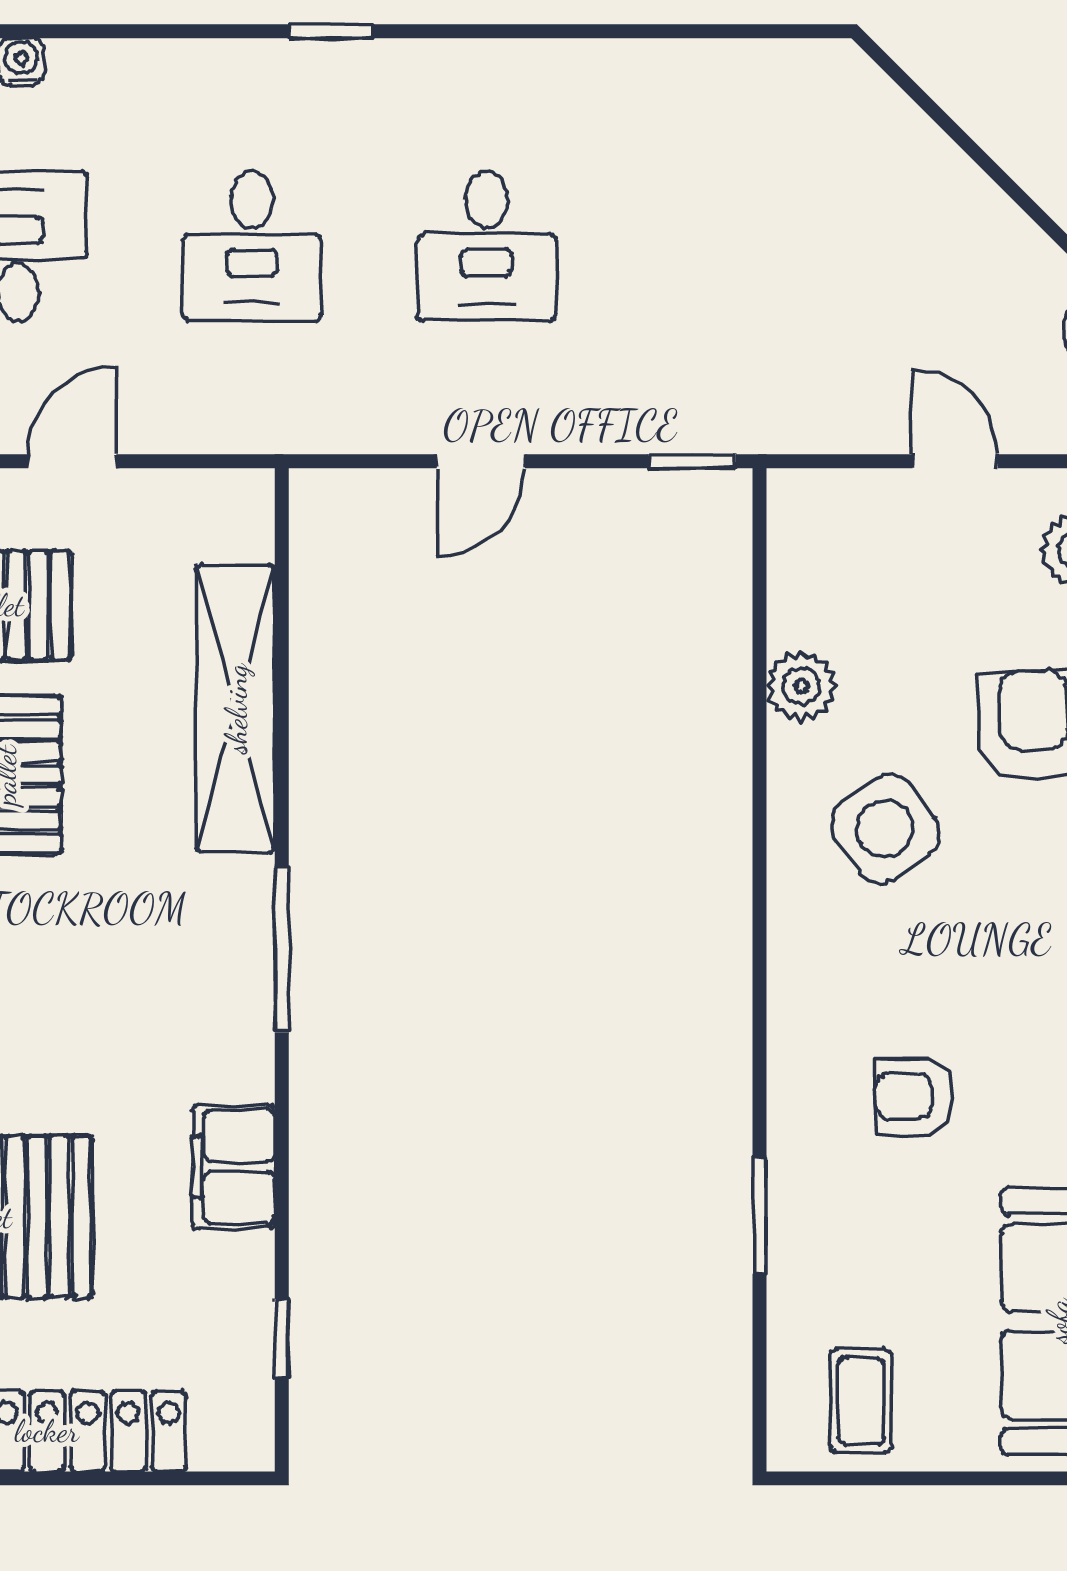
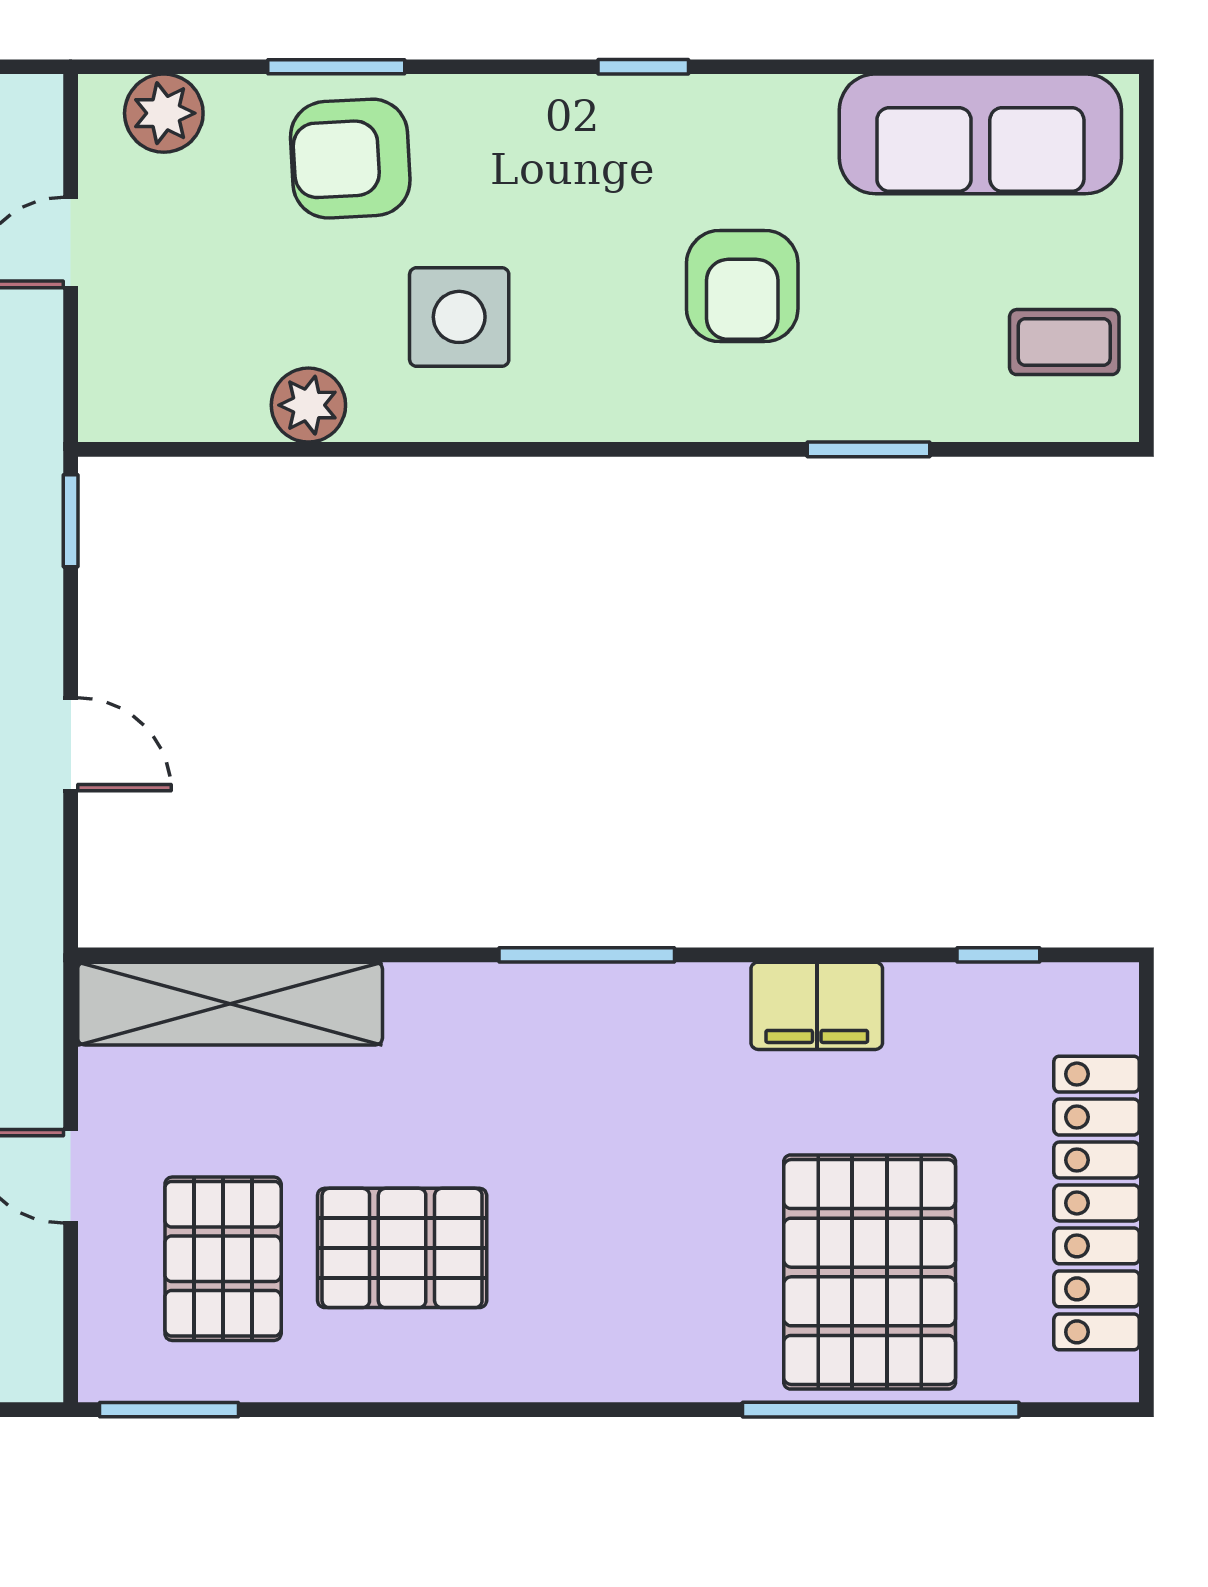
shelving: (236, 709) -> (230, 1004), moved
side table: (885, 829) -> (459, 317), turned 36
armchair: (914, 1096) -> (742, 286), width x1.38, depth x1.38

